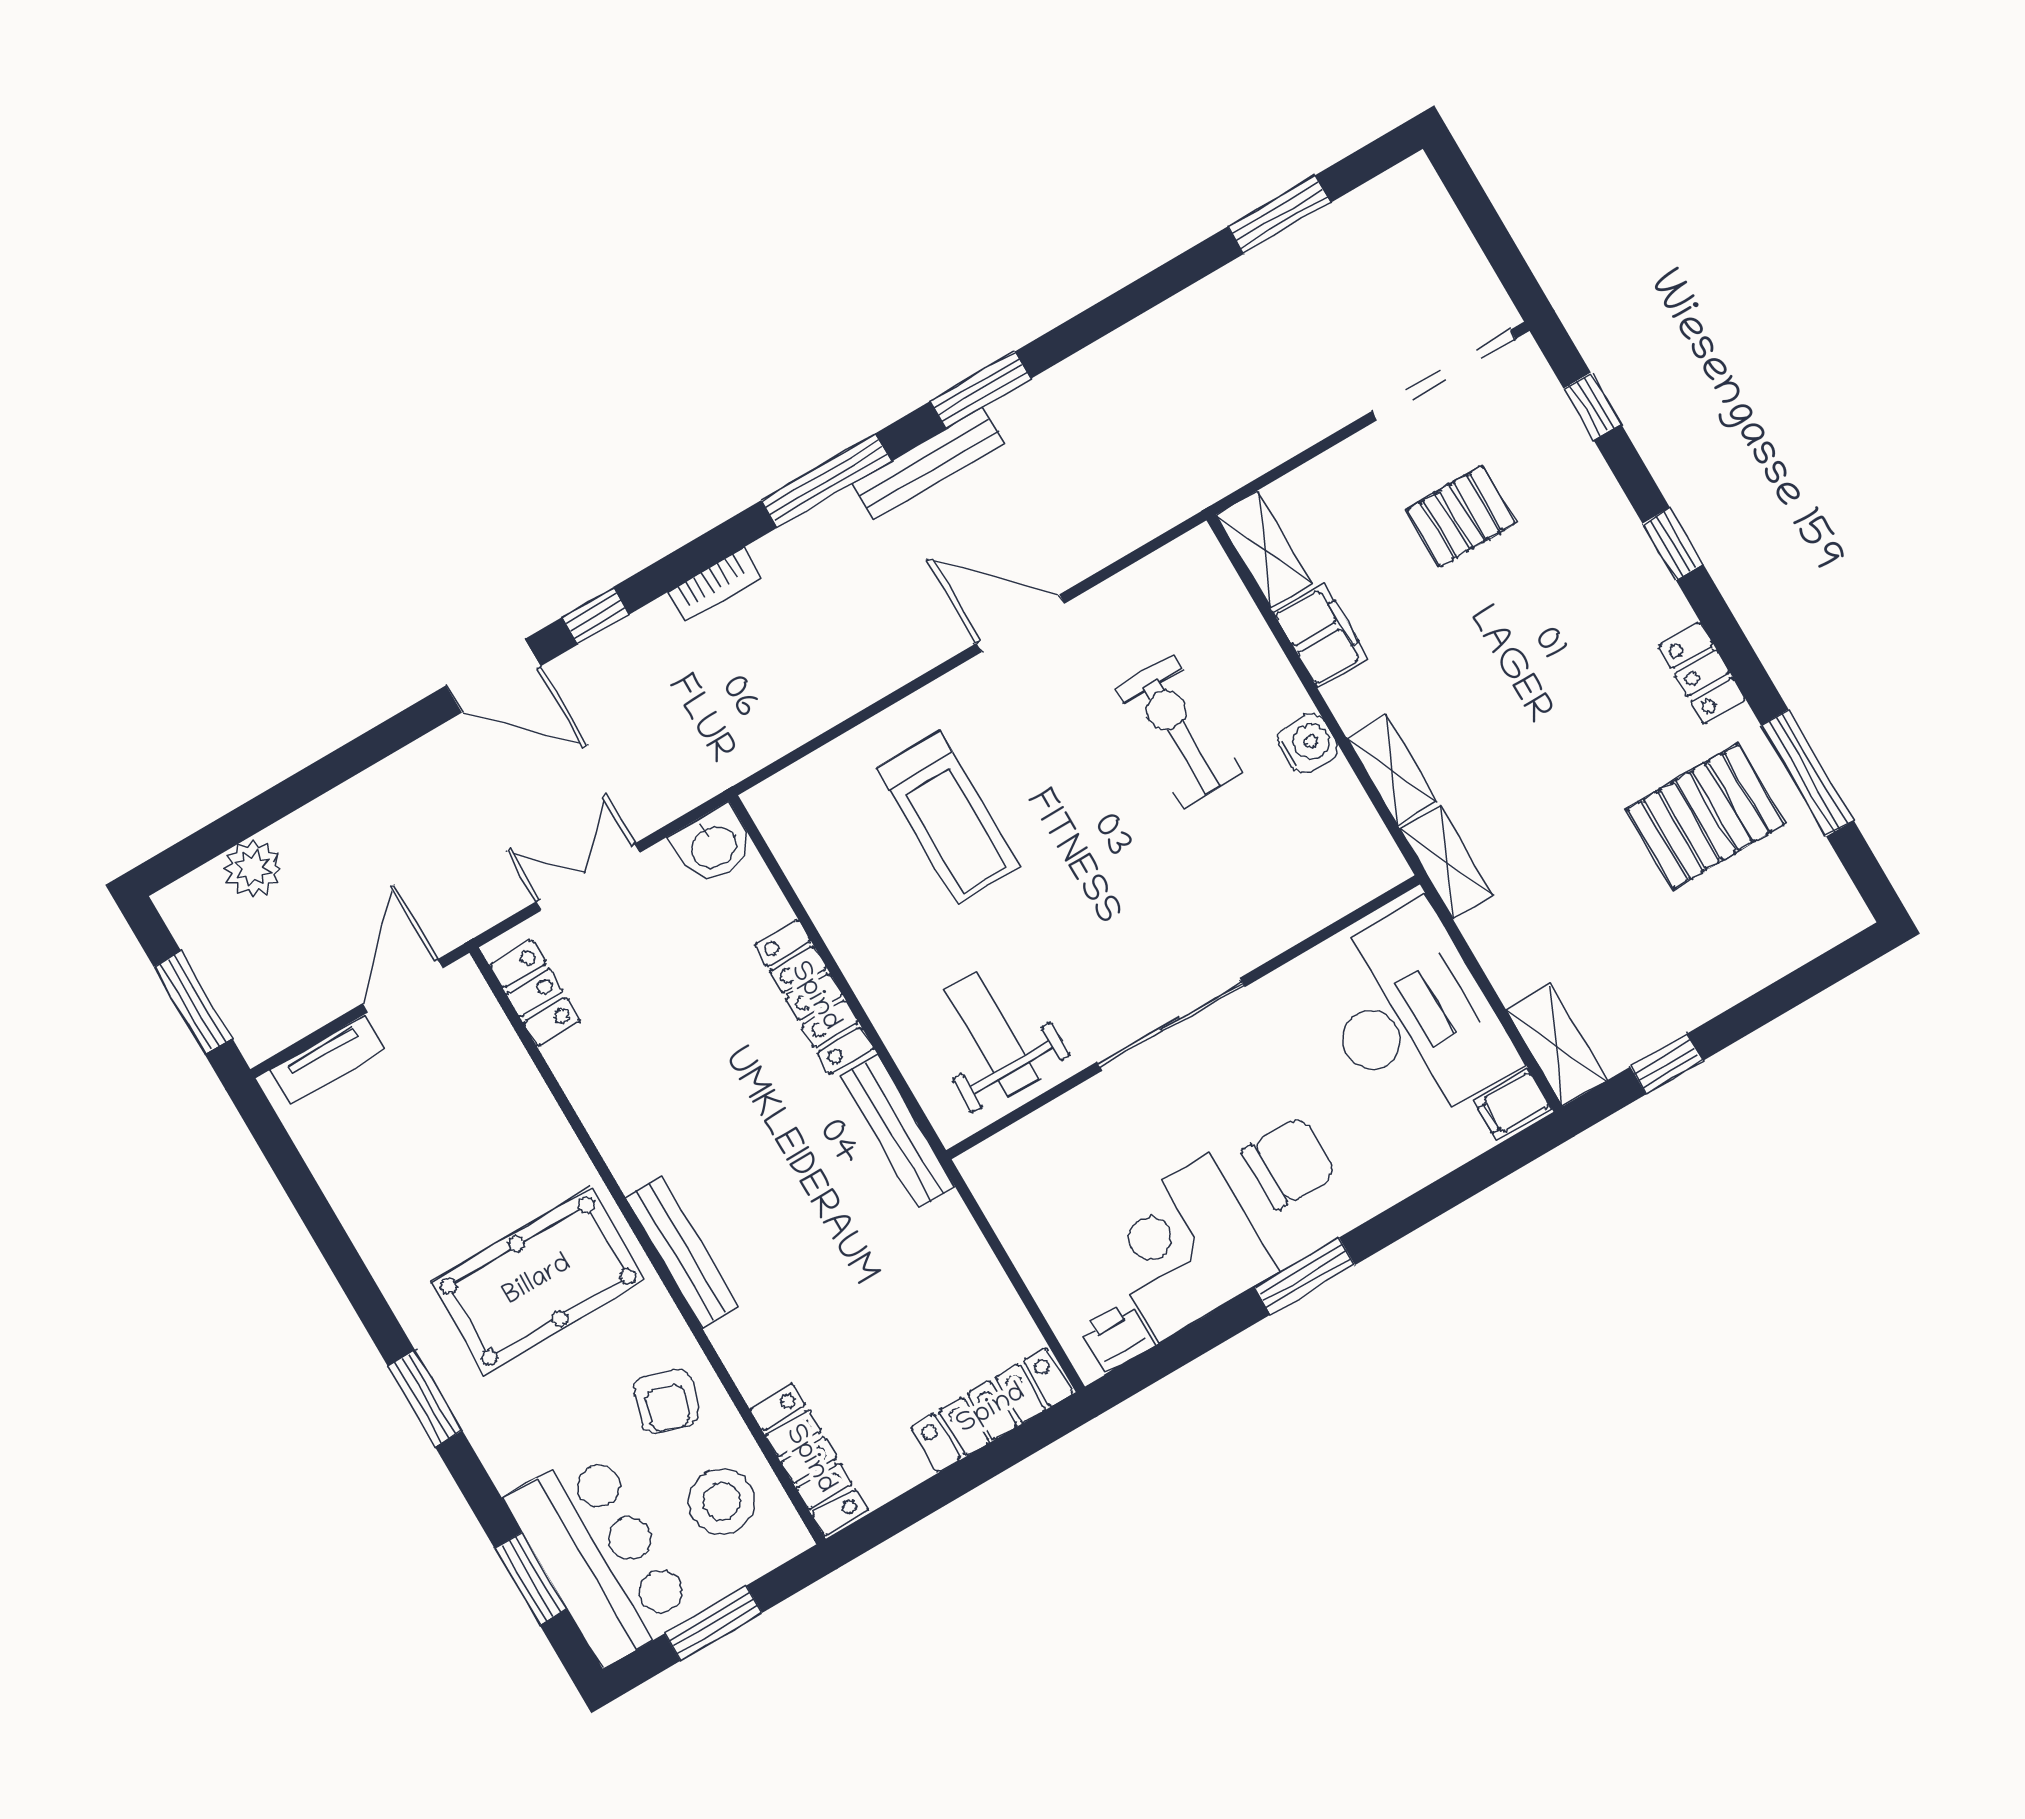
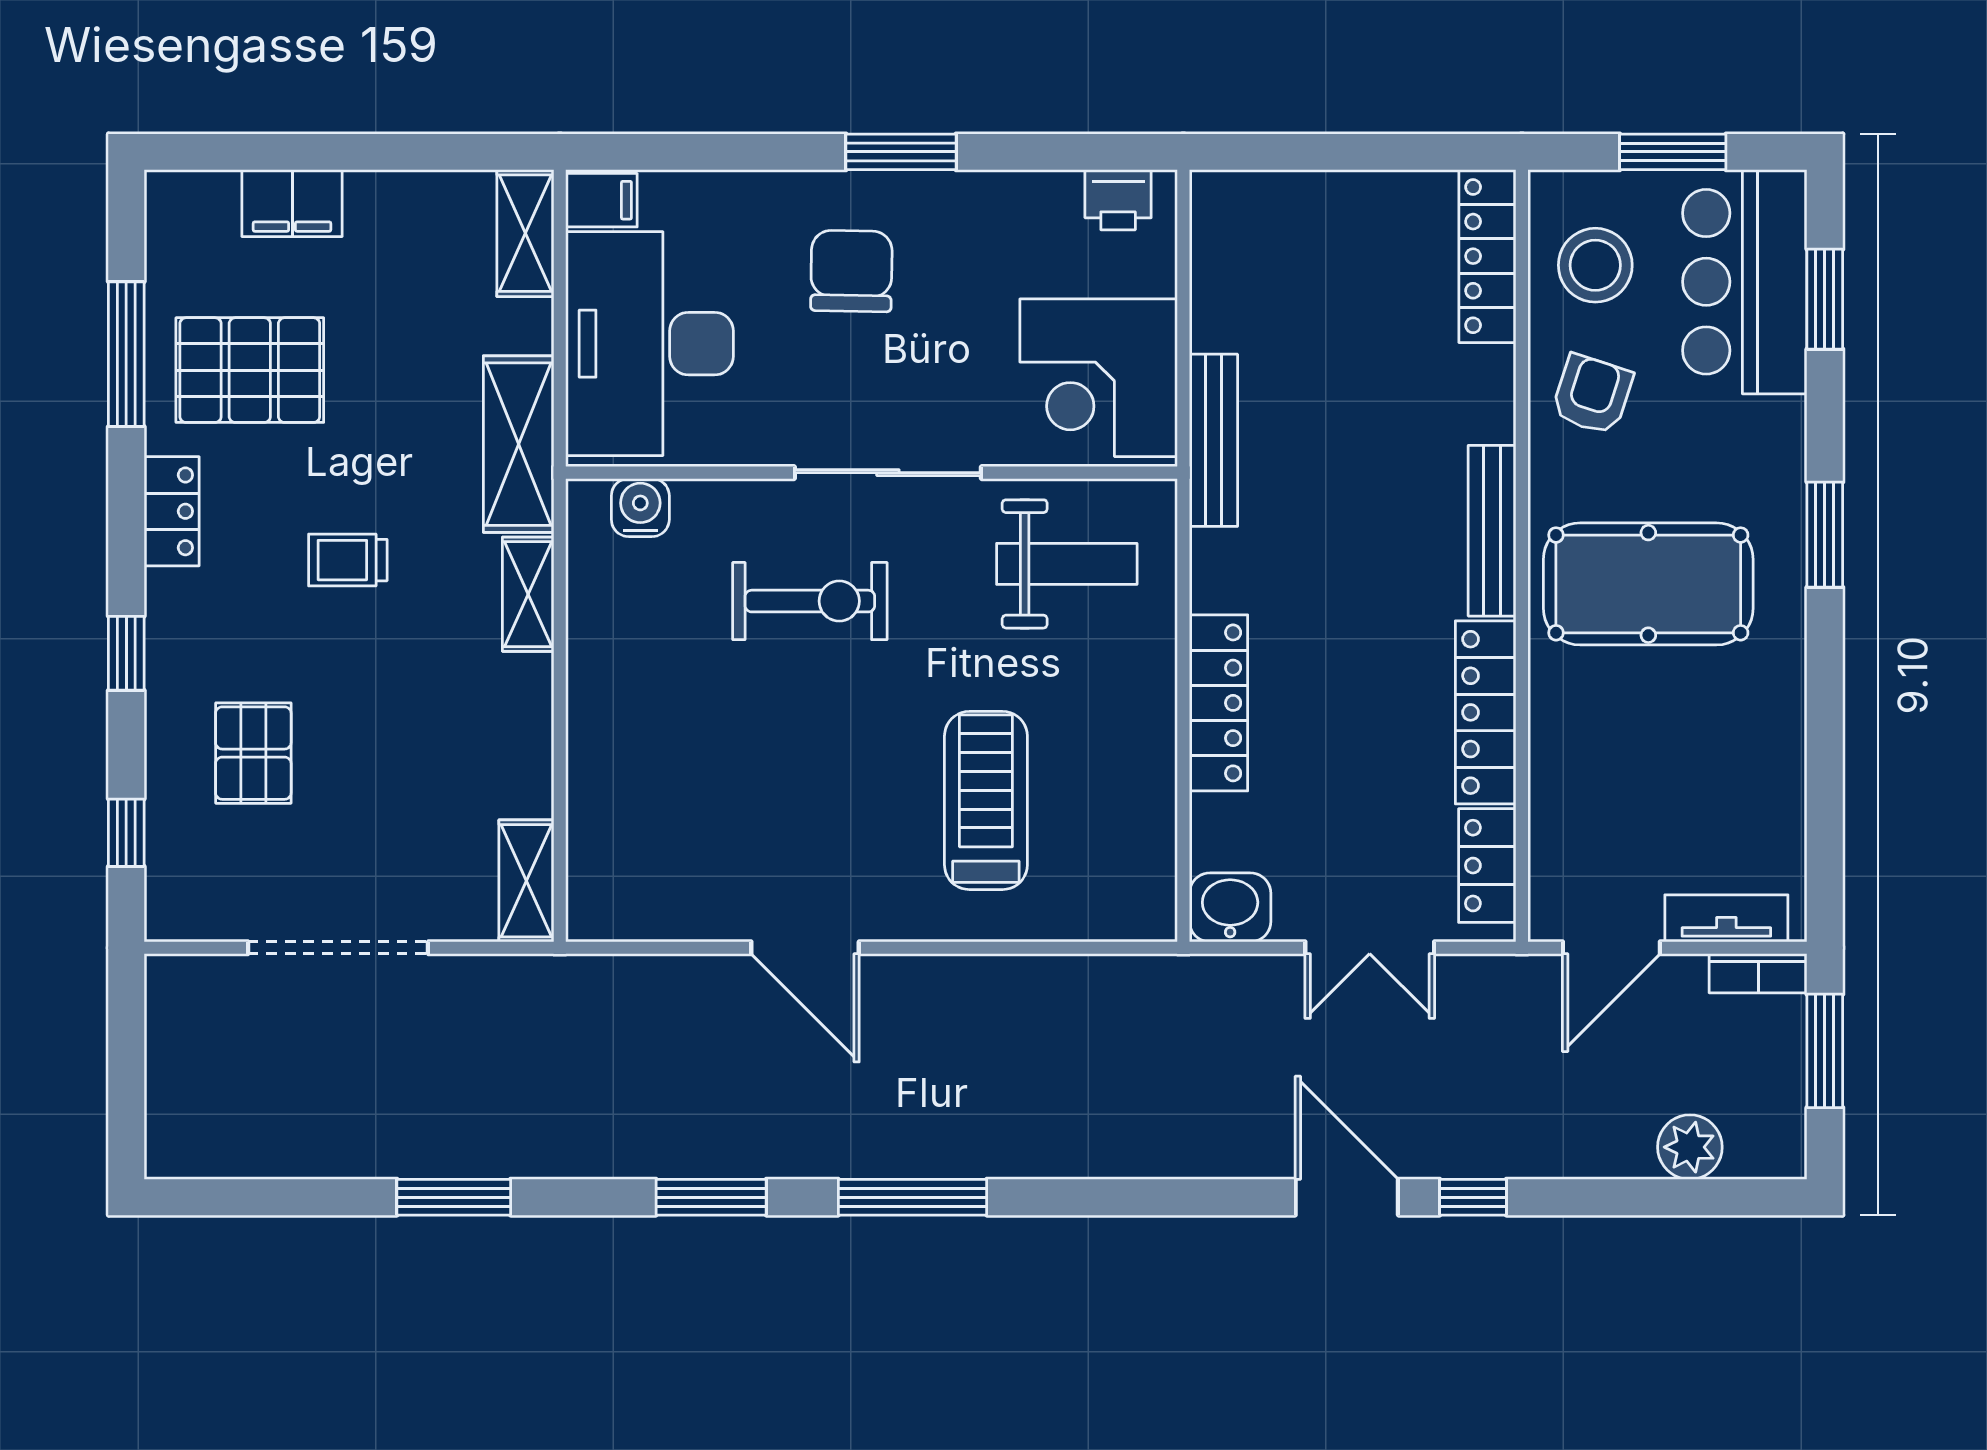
window: (1279, 215) -> (454, 1197), moved
doorway: (1444, 375) -> (338, 948), moved
bench: (928, 463) -> (803, 1156), removed
pallet: (1461, 516) -> (253, 753), moved, turned 90
bookcase: (714, 585) -> (1758, 973), moved, turned 180
window: (596, 616) -> (1473, 1197), moved
filing cabinet: (1321, 636) -> (292, 203), moved, turned -90
trolley: (1545, 715) -> (348, 560), added
exercise bike: (1178, 732) -> (810, 601), moved, turned -90
water cooler: (1308, 744) -> (640, 508), moved, turned 90
shelving: (1446, 862) -> (519, 444), width x1.50, depth x1.33
weight bench: (993, 1035) -> (1067, 564), turned -90
window: (1667, 1064) -> (429, 152), removed
bench: (898, 1132) -> (1213, 440), moved
chair: (1289, 1163) -> (851, 271), turned 91
corner desk: (1184, 1247) -> (1099, 378), moved, turned 90
locker: (992, 1410) -> (1486, 712), moved, turned 90

